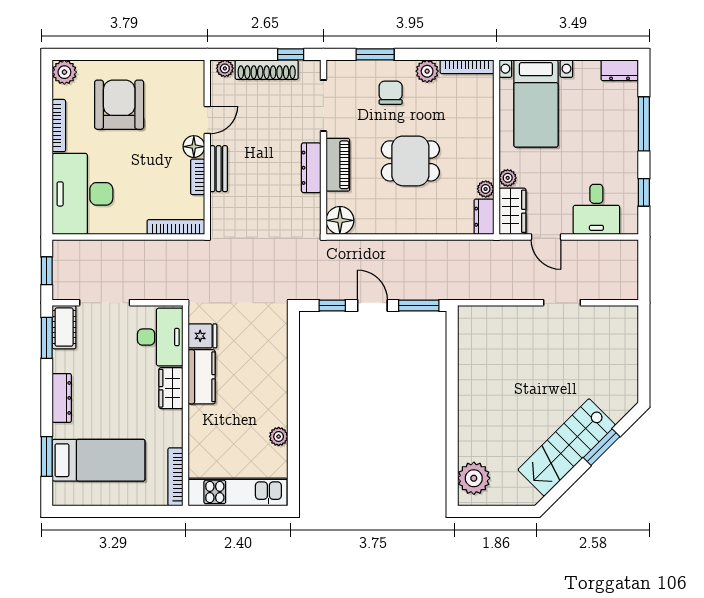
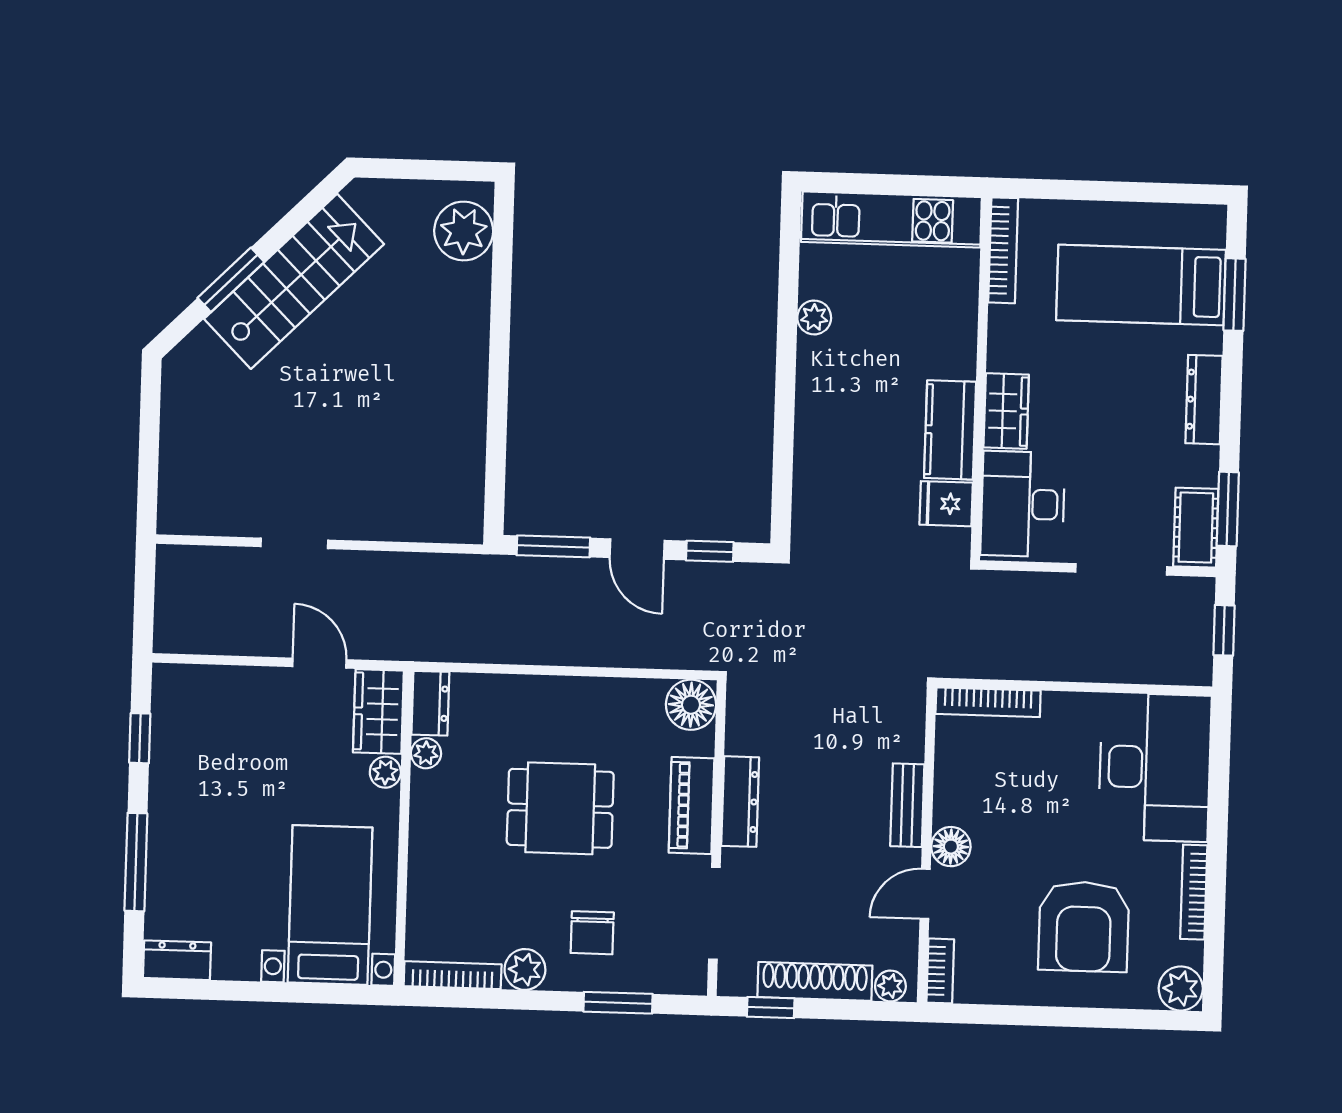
bookcase: (198, 177) -> (940, 971), moved
desk: (596, 209) -> (227, 710), removed

